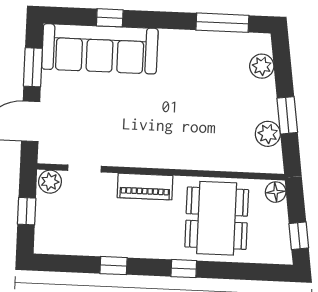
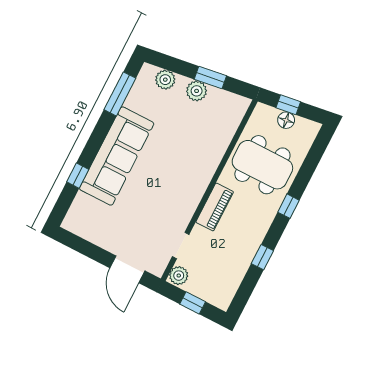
sofa: (100, 49) -> (117, 156), moved
window: (33, 67) -> (88, 249), removed
plant: (268, 134) -> (197, 91), moved
floor lamp: (276, 192) -> (286, 120), moved
window: (299, 236) -> (288, 105), moved

